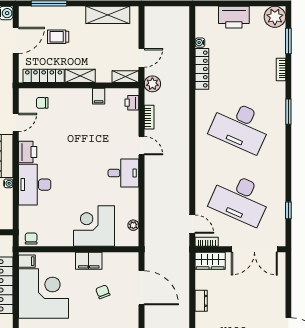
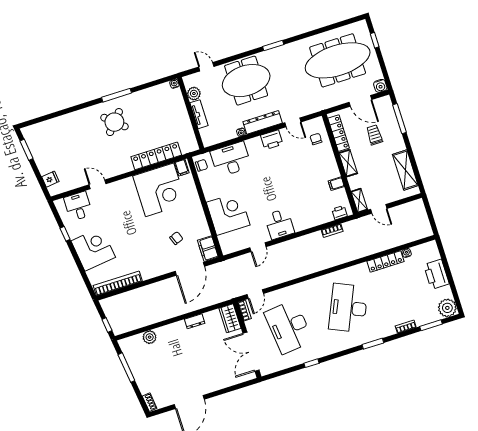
plant: (152, 84) -> (360, 225), removed
door: (141, 146) -> (258, 247), moved
desk: (35, 185) -> (231, 159), moved
desk: (240, 199) -> (289, 327), turned -30
window: (288, 210) -> (312, 363), moved
plant: (133, 225) -> (239, 246), removed
filing cabinet: (89, 261) -> (208, 249), moved

